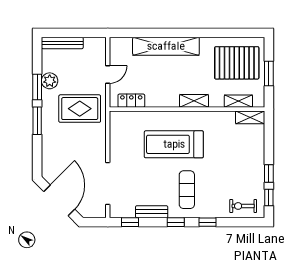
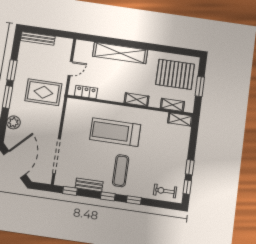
plant: (50, 81) -> (13, 122), moved

